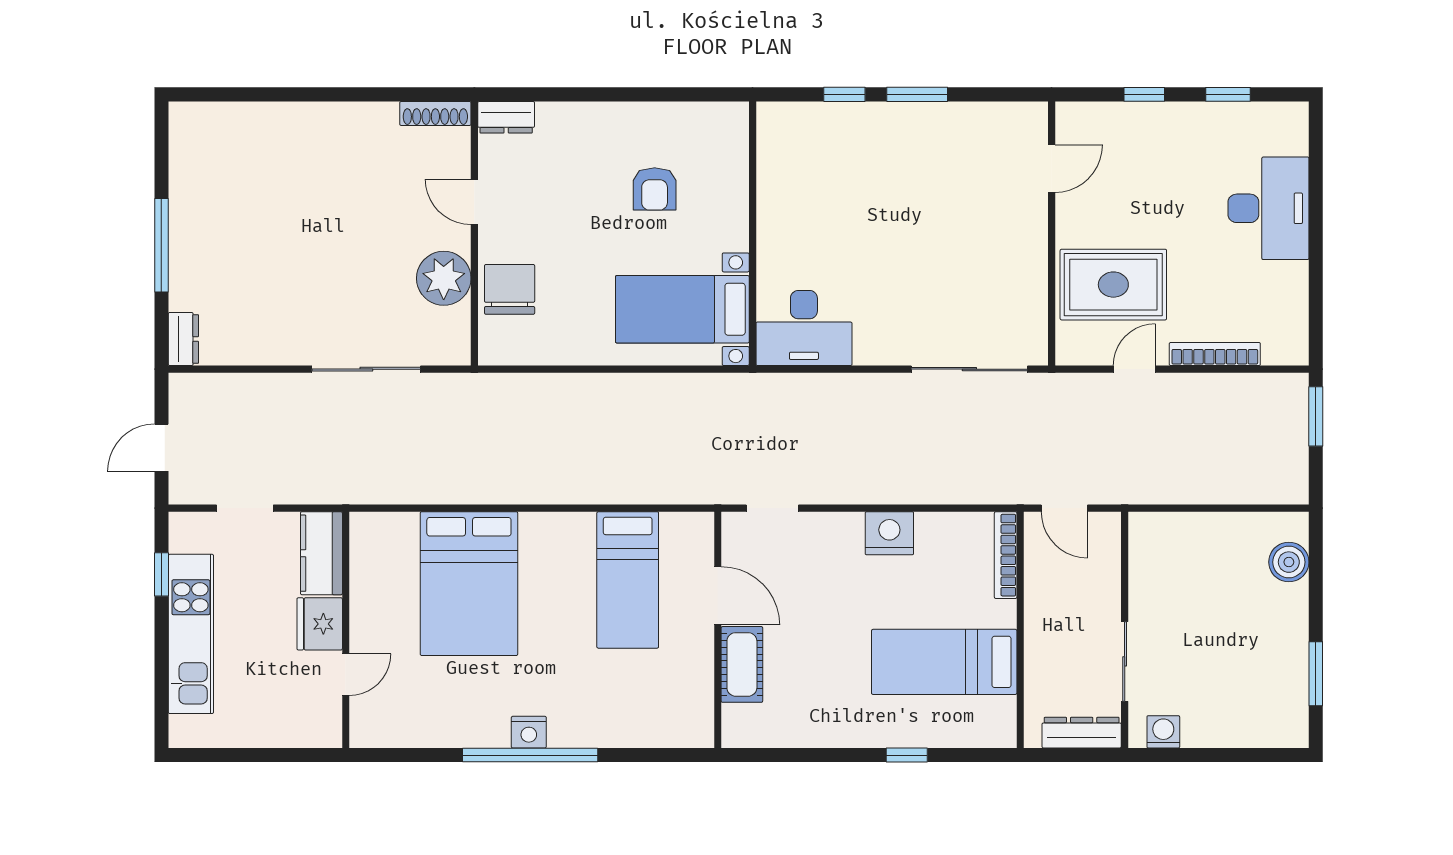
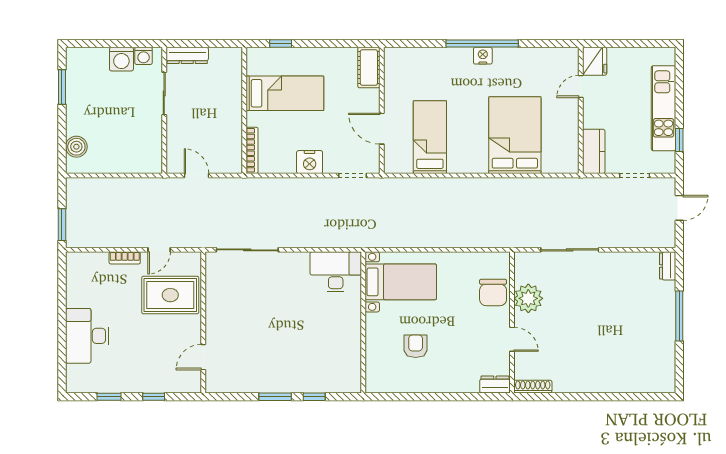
bookcase: (1215, 354) -> (125, 258), width x0.64
nightstand: (889, 533) -> (310, 162), moved
bookcase: (1006, 555) -> (252, 150), moved
fridge: (320, 624) -> (595, 61), moved
wall: (1020, 630) -> (244, 110), moved
bed: (944, 662) -> (285, 93), moved
cot: (742, 664) -> (369, 68), moved
washing machine: (1205, 726) -> (121, 59), added

